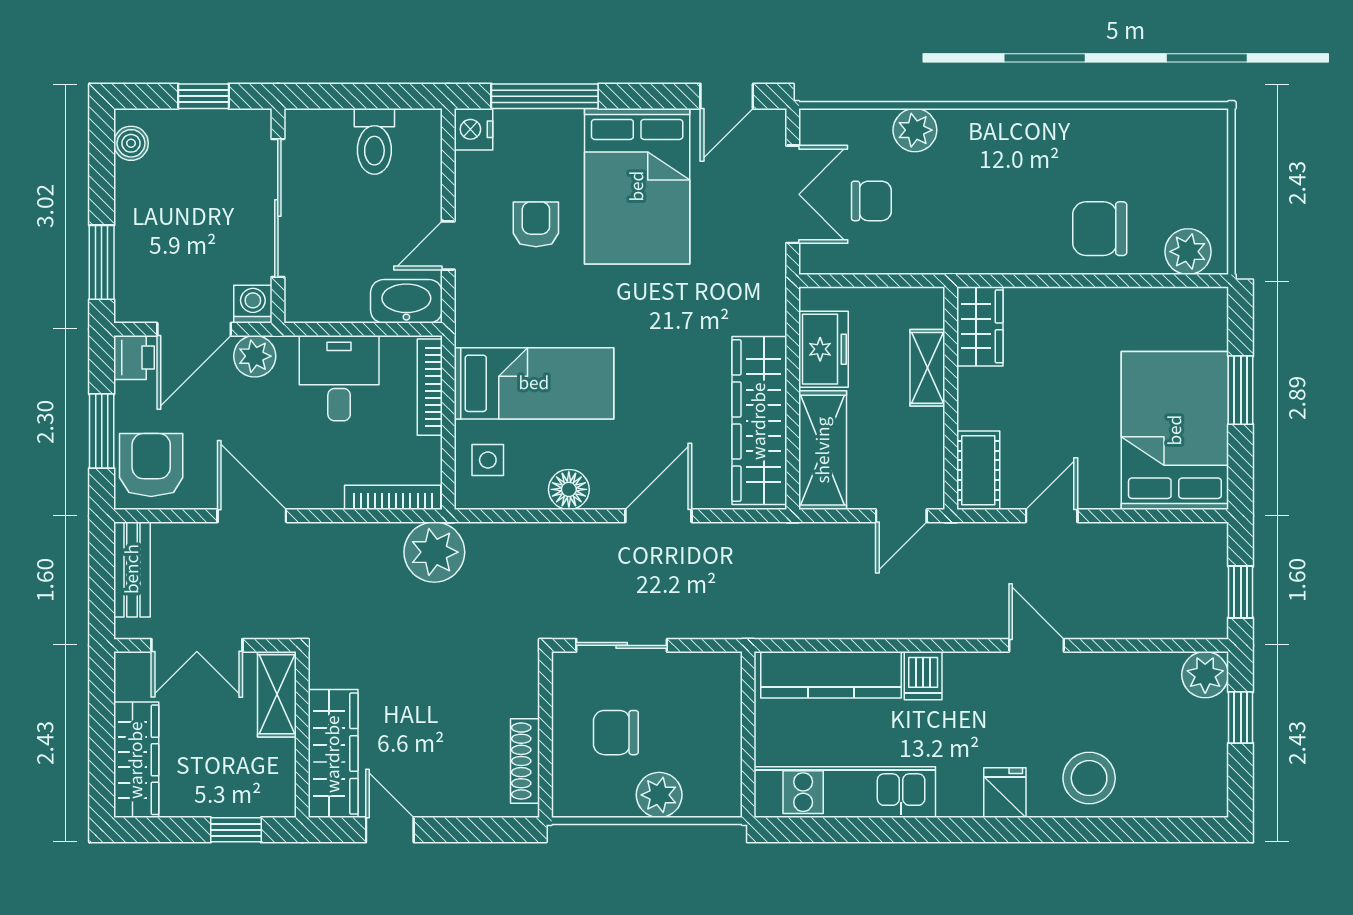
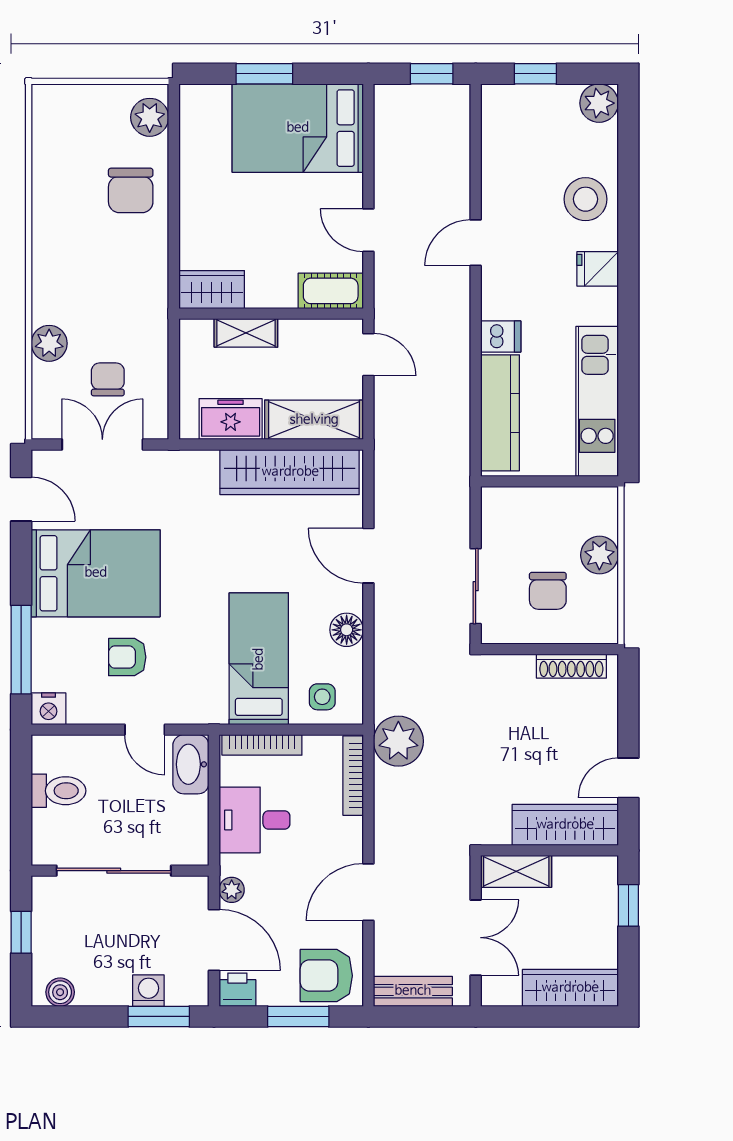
washing machine: (253, 304) -> (148, 991), moved, turned 90
plant: (255, 356) -> (232, 890), width x0.73, depth x0.73
plant: (1205, 675) -> (599, 103), moved

